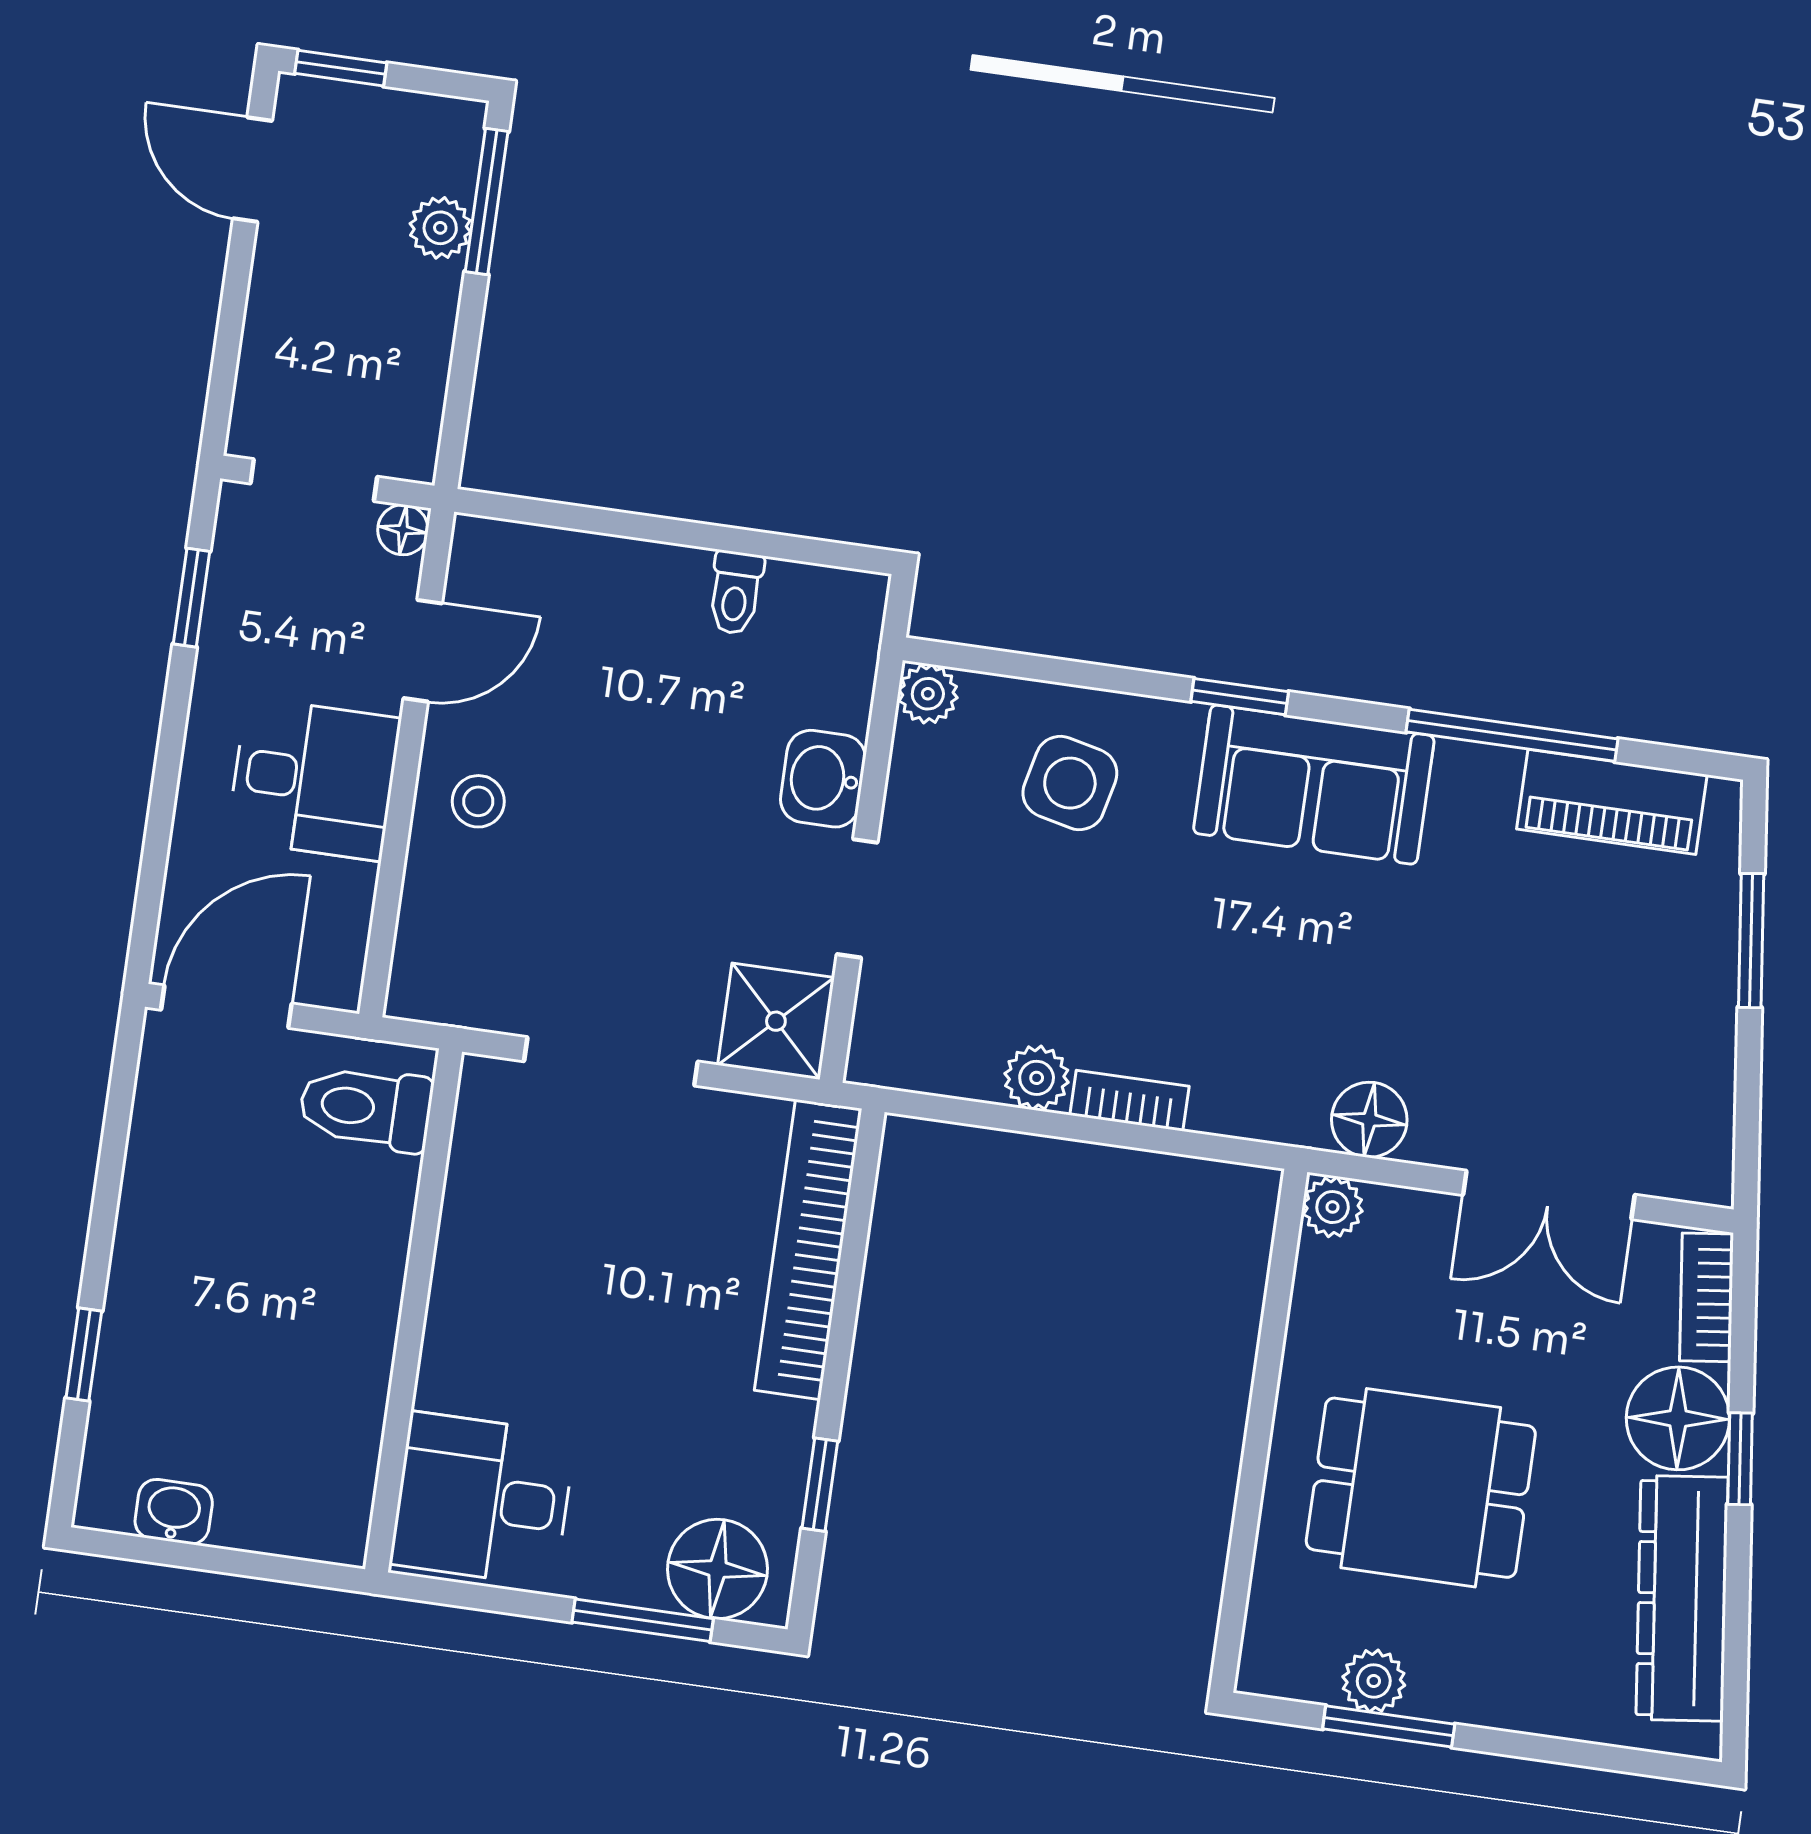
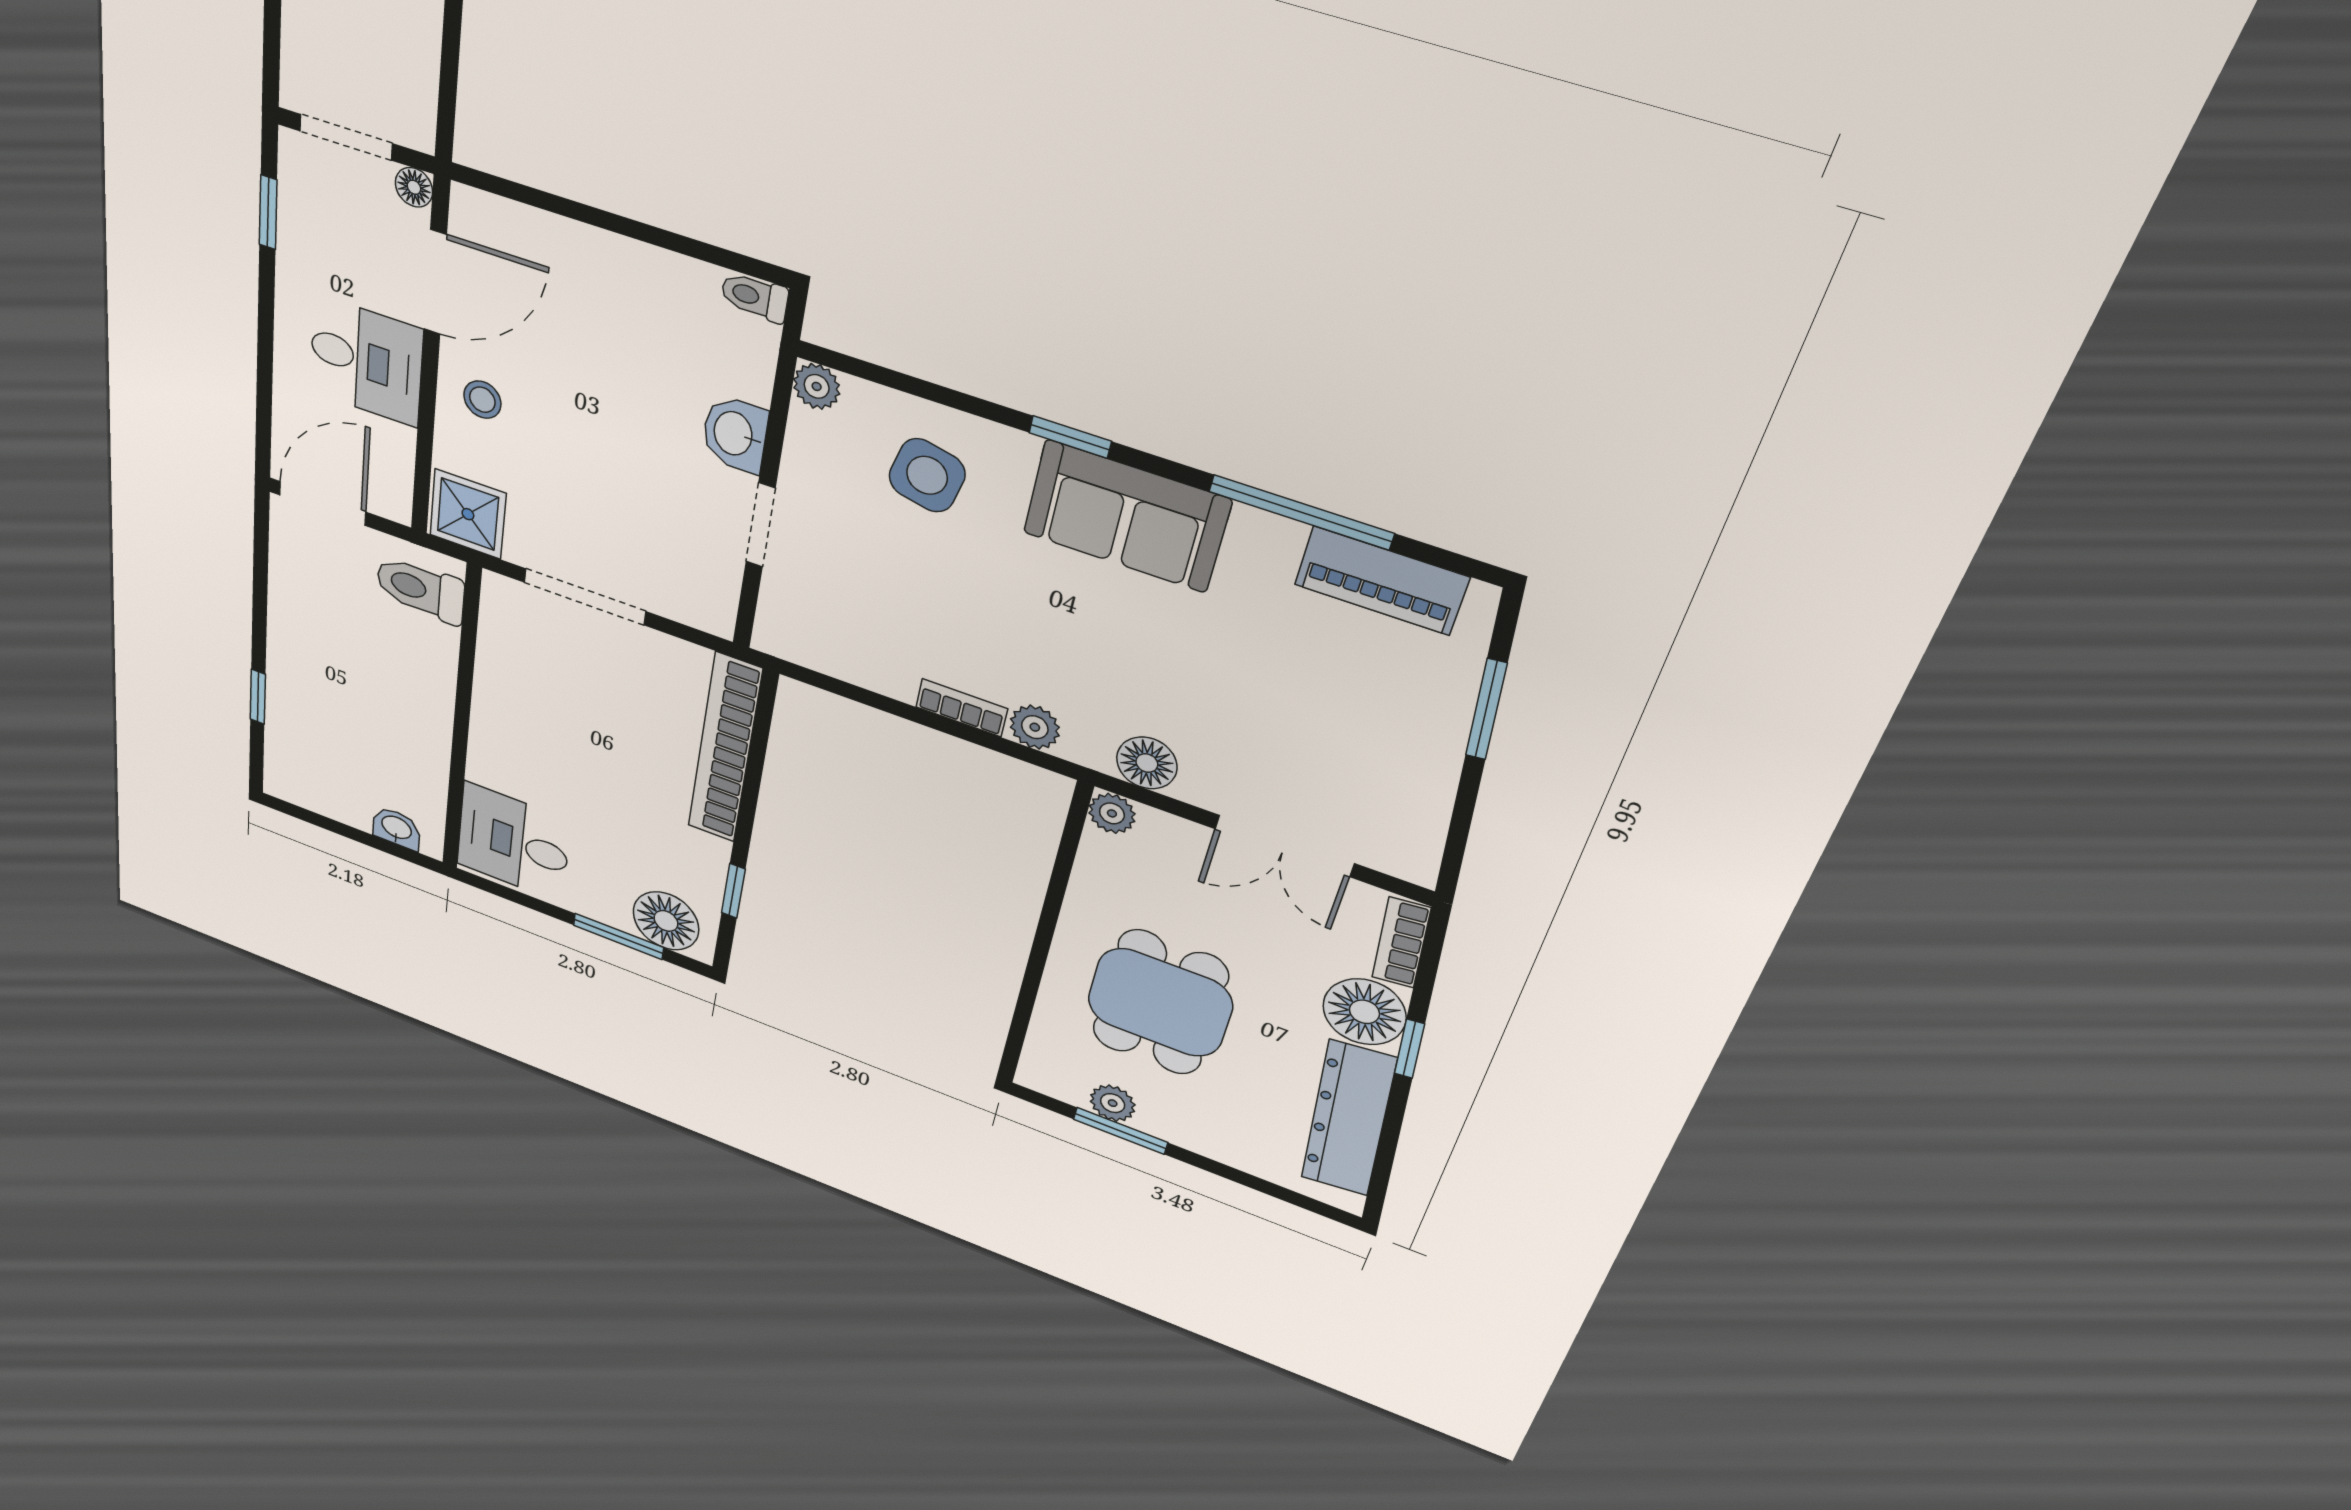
toilet: (736, 593) -> (755, 297), moved, turned 90
door: (423, 651) -> (435, 282), width x1.37
shower: (776, 1021) -> (468, 514), moved
plant: (1037, 1078) -> (1035, 727), moved
dining table: (1421, 1488) -> (1160, 1003), turned 90
washbasin: (174, 1512) -> (397, 828), moved

